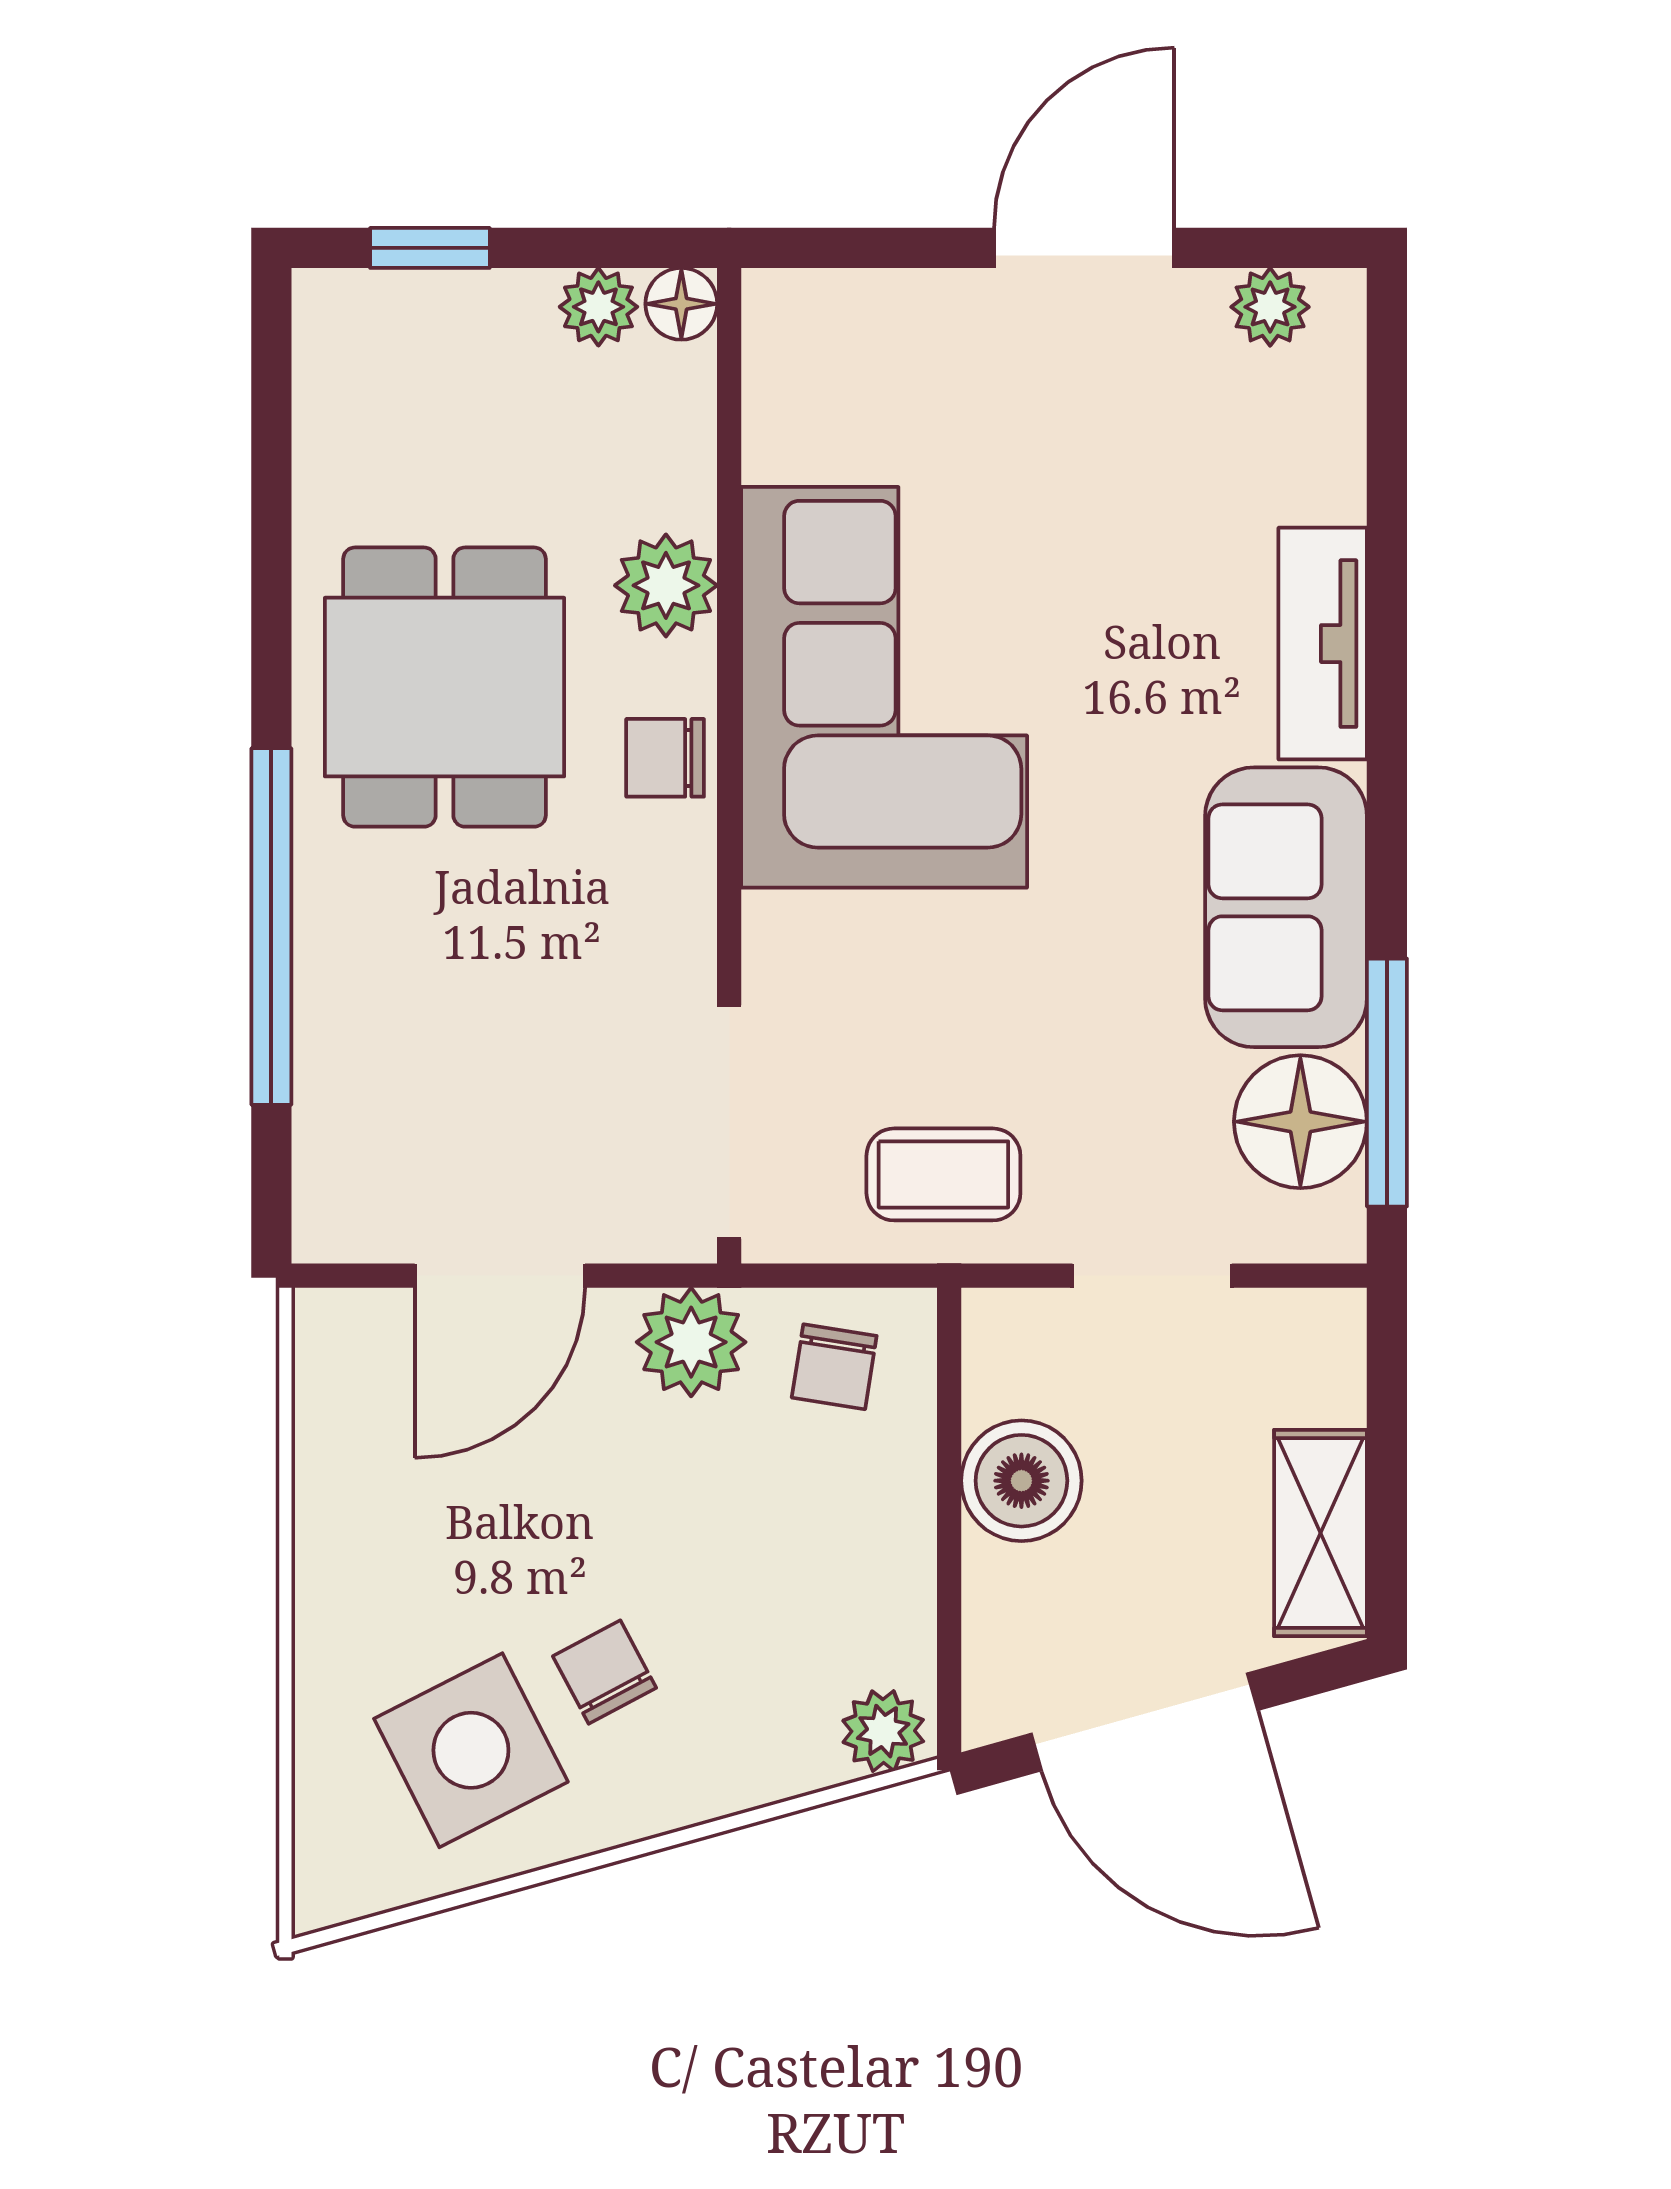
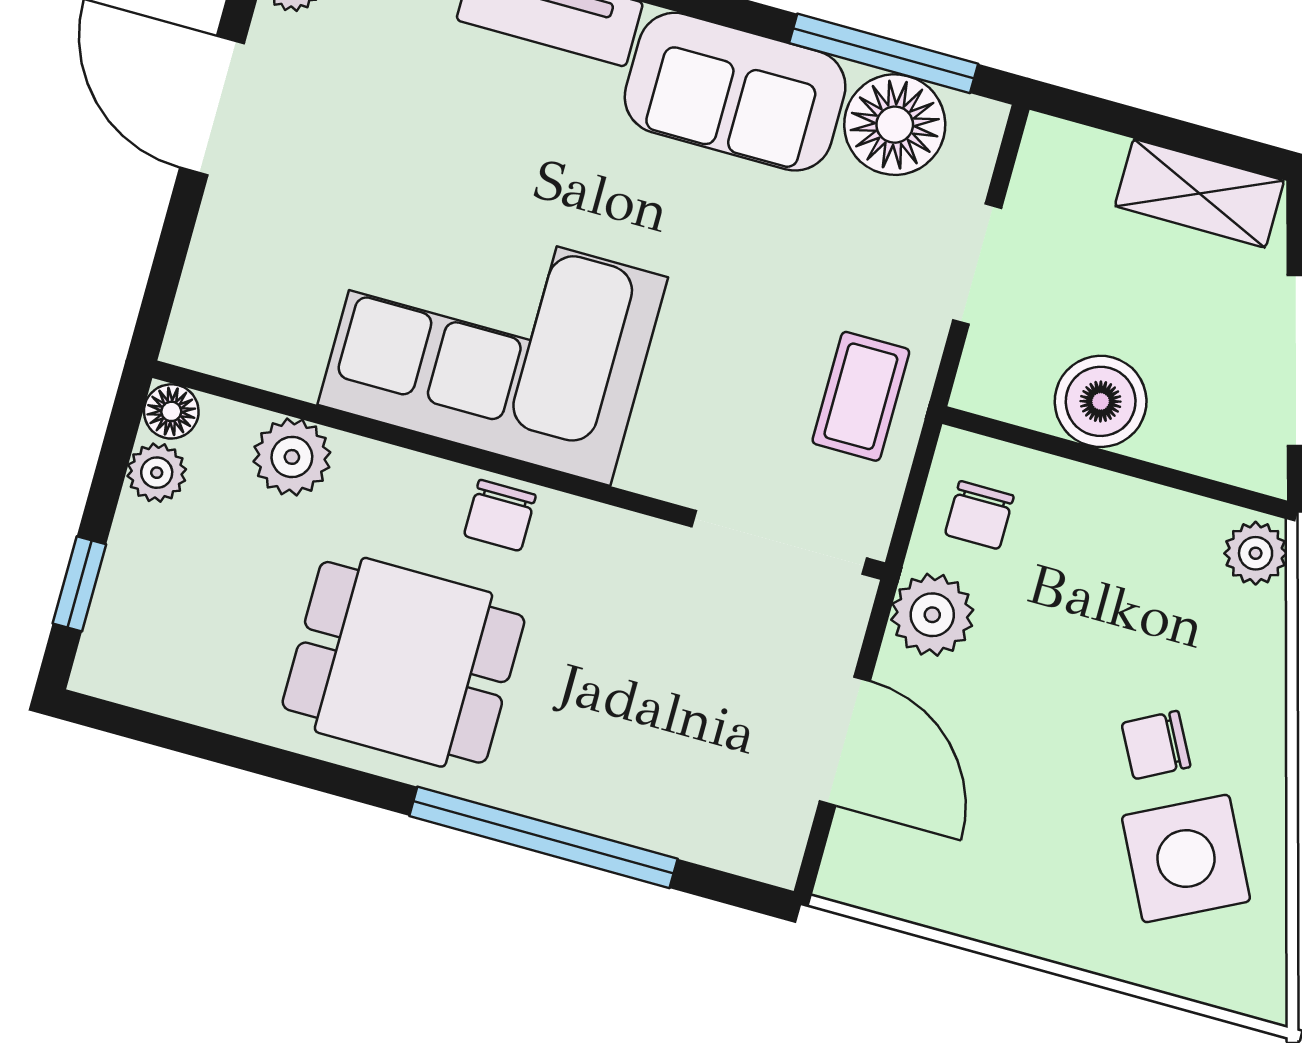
plant: (666, 585) -> (292, 457), moved
chair: (834, 1367) -> (979, 515), turned 81

